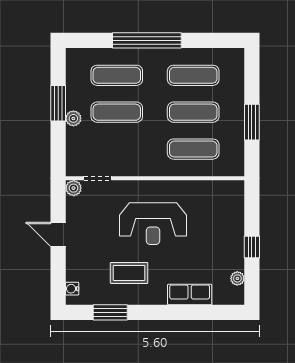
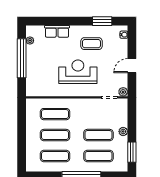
window: (58, 103) -> (132, 152), moved
window: (252, 122) -> (22, 129), removed
door: (58, 234) -> (132, 66), swing flipped
window: (252, 247) -> (22, 58), width x3.17

